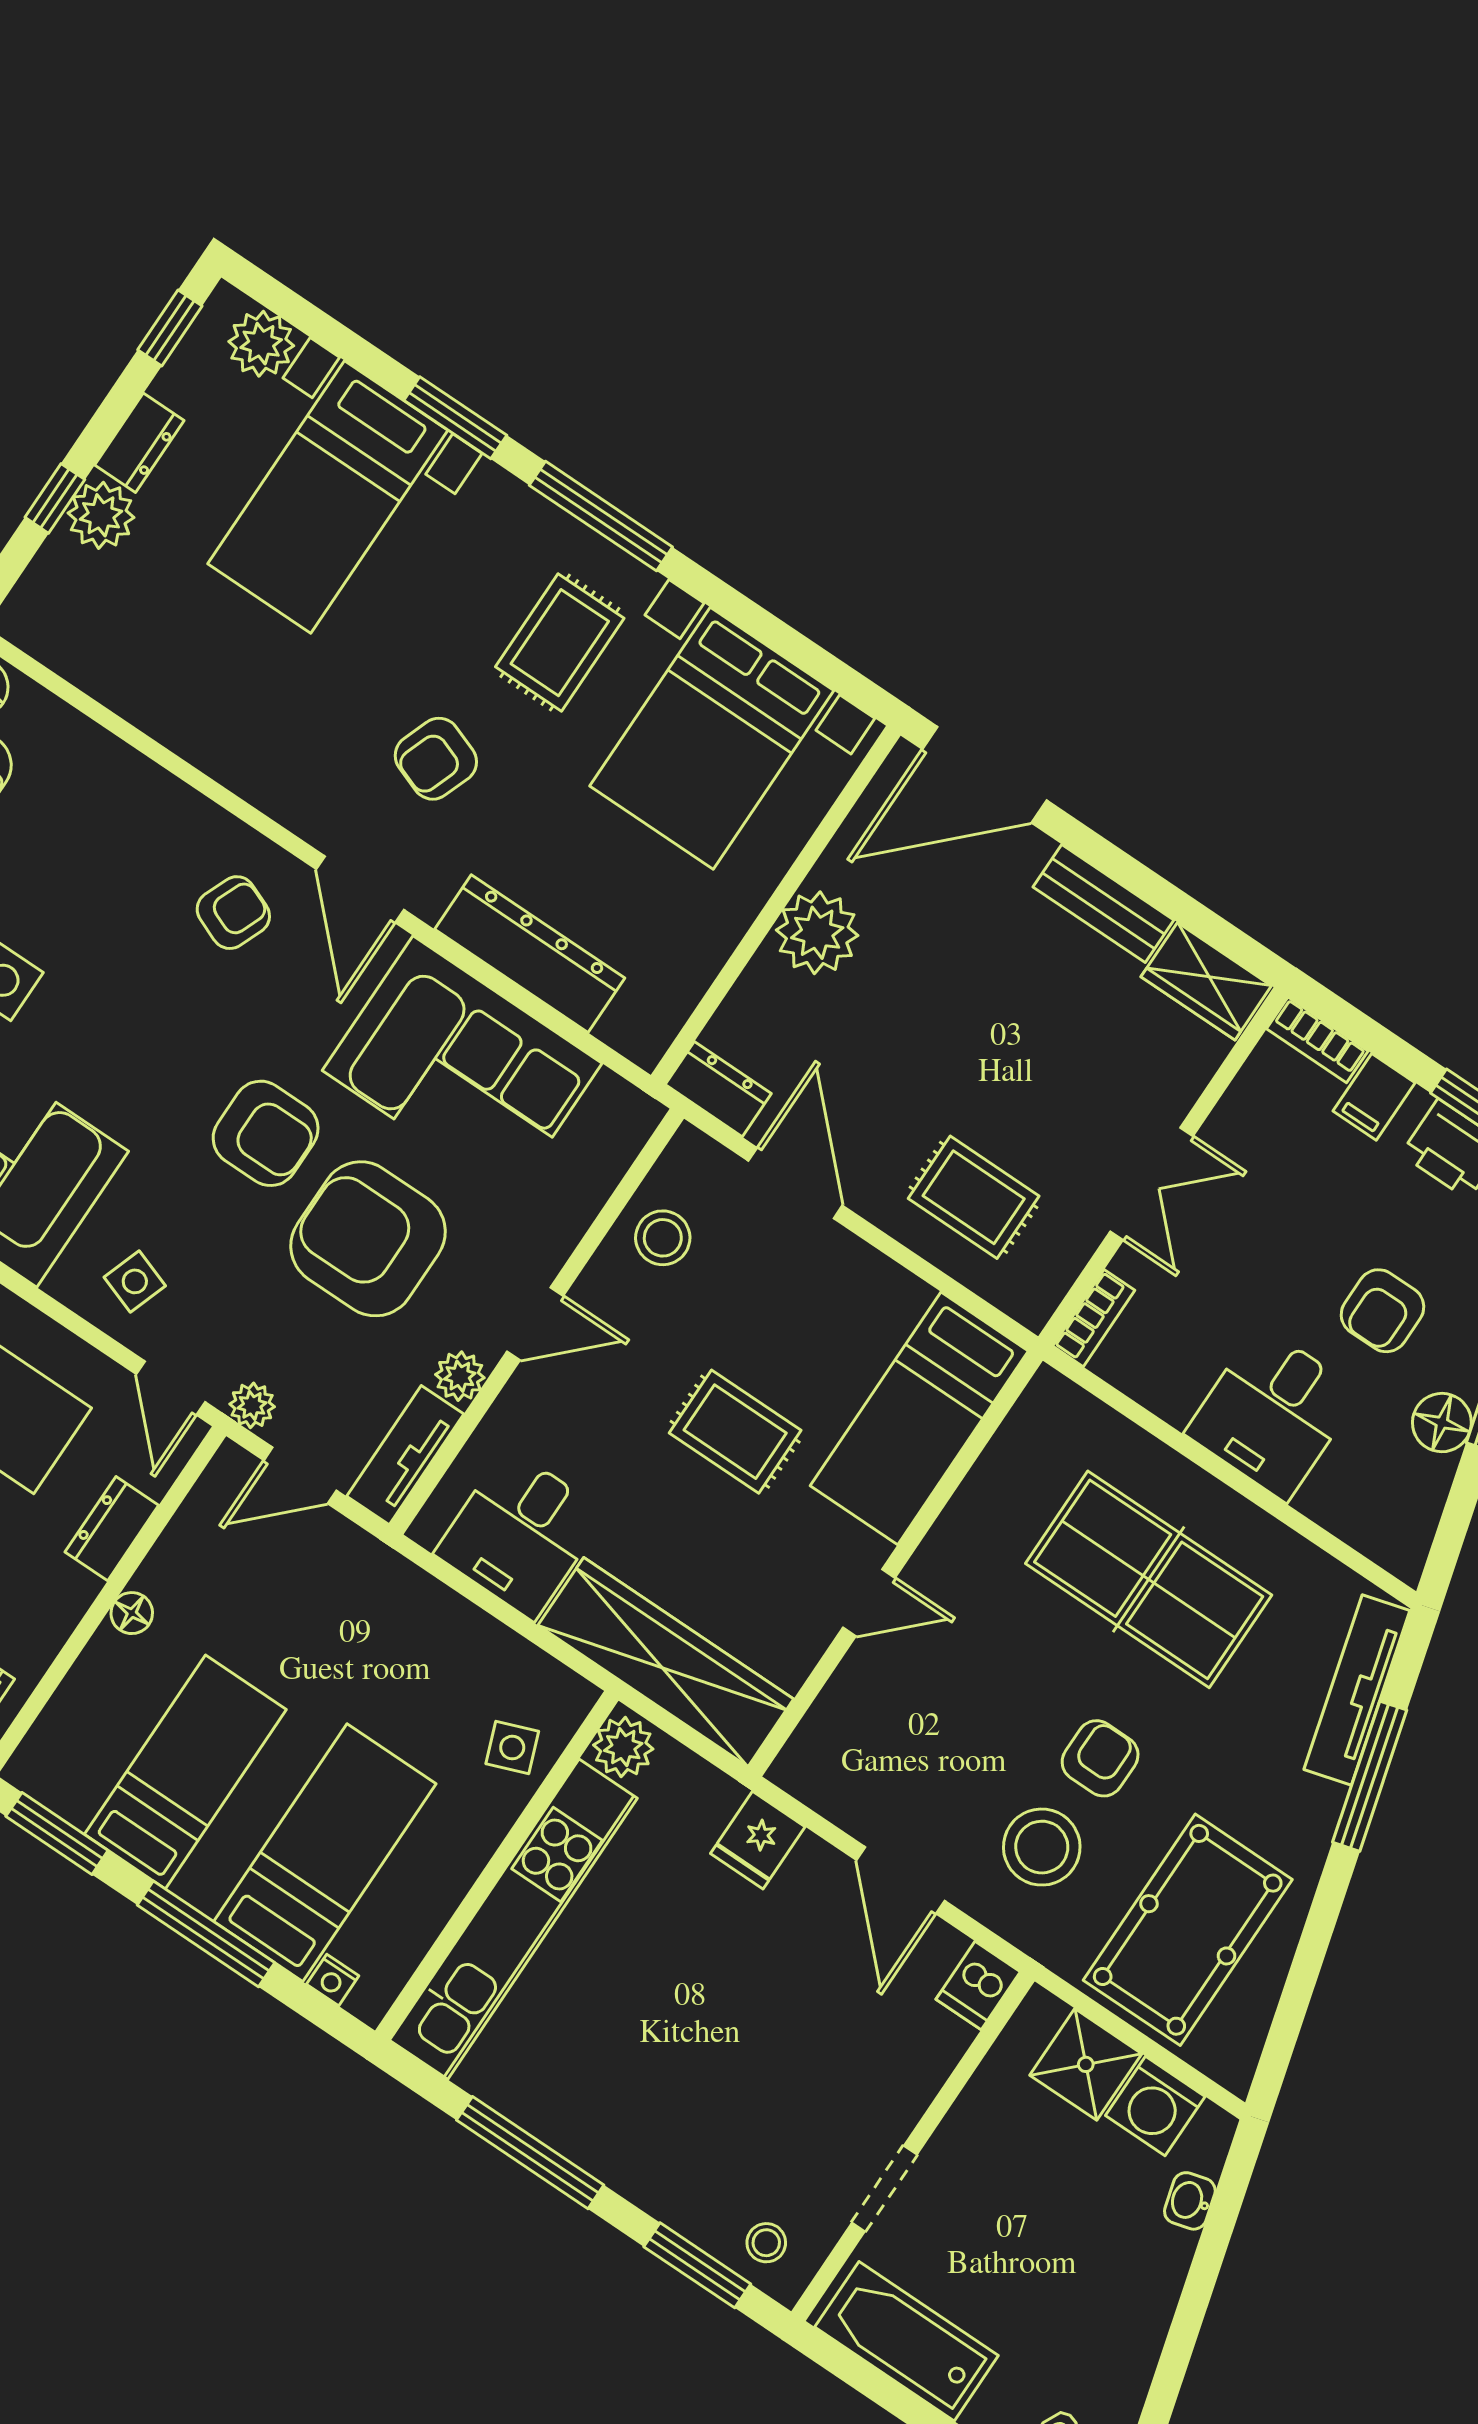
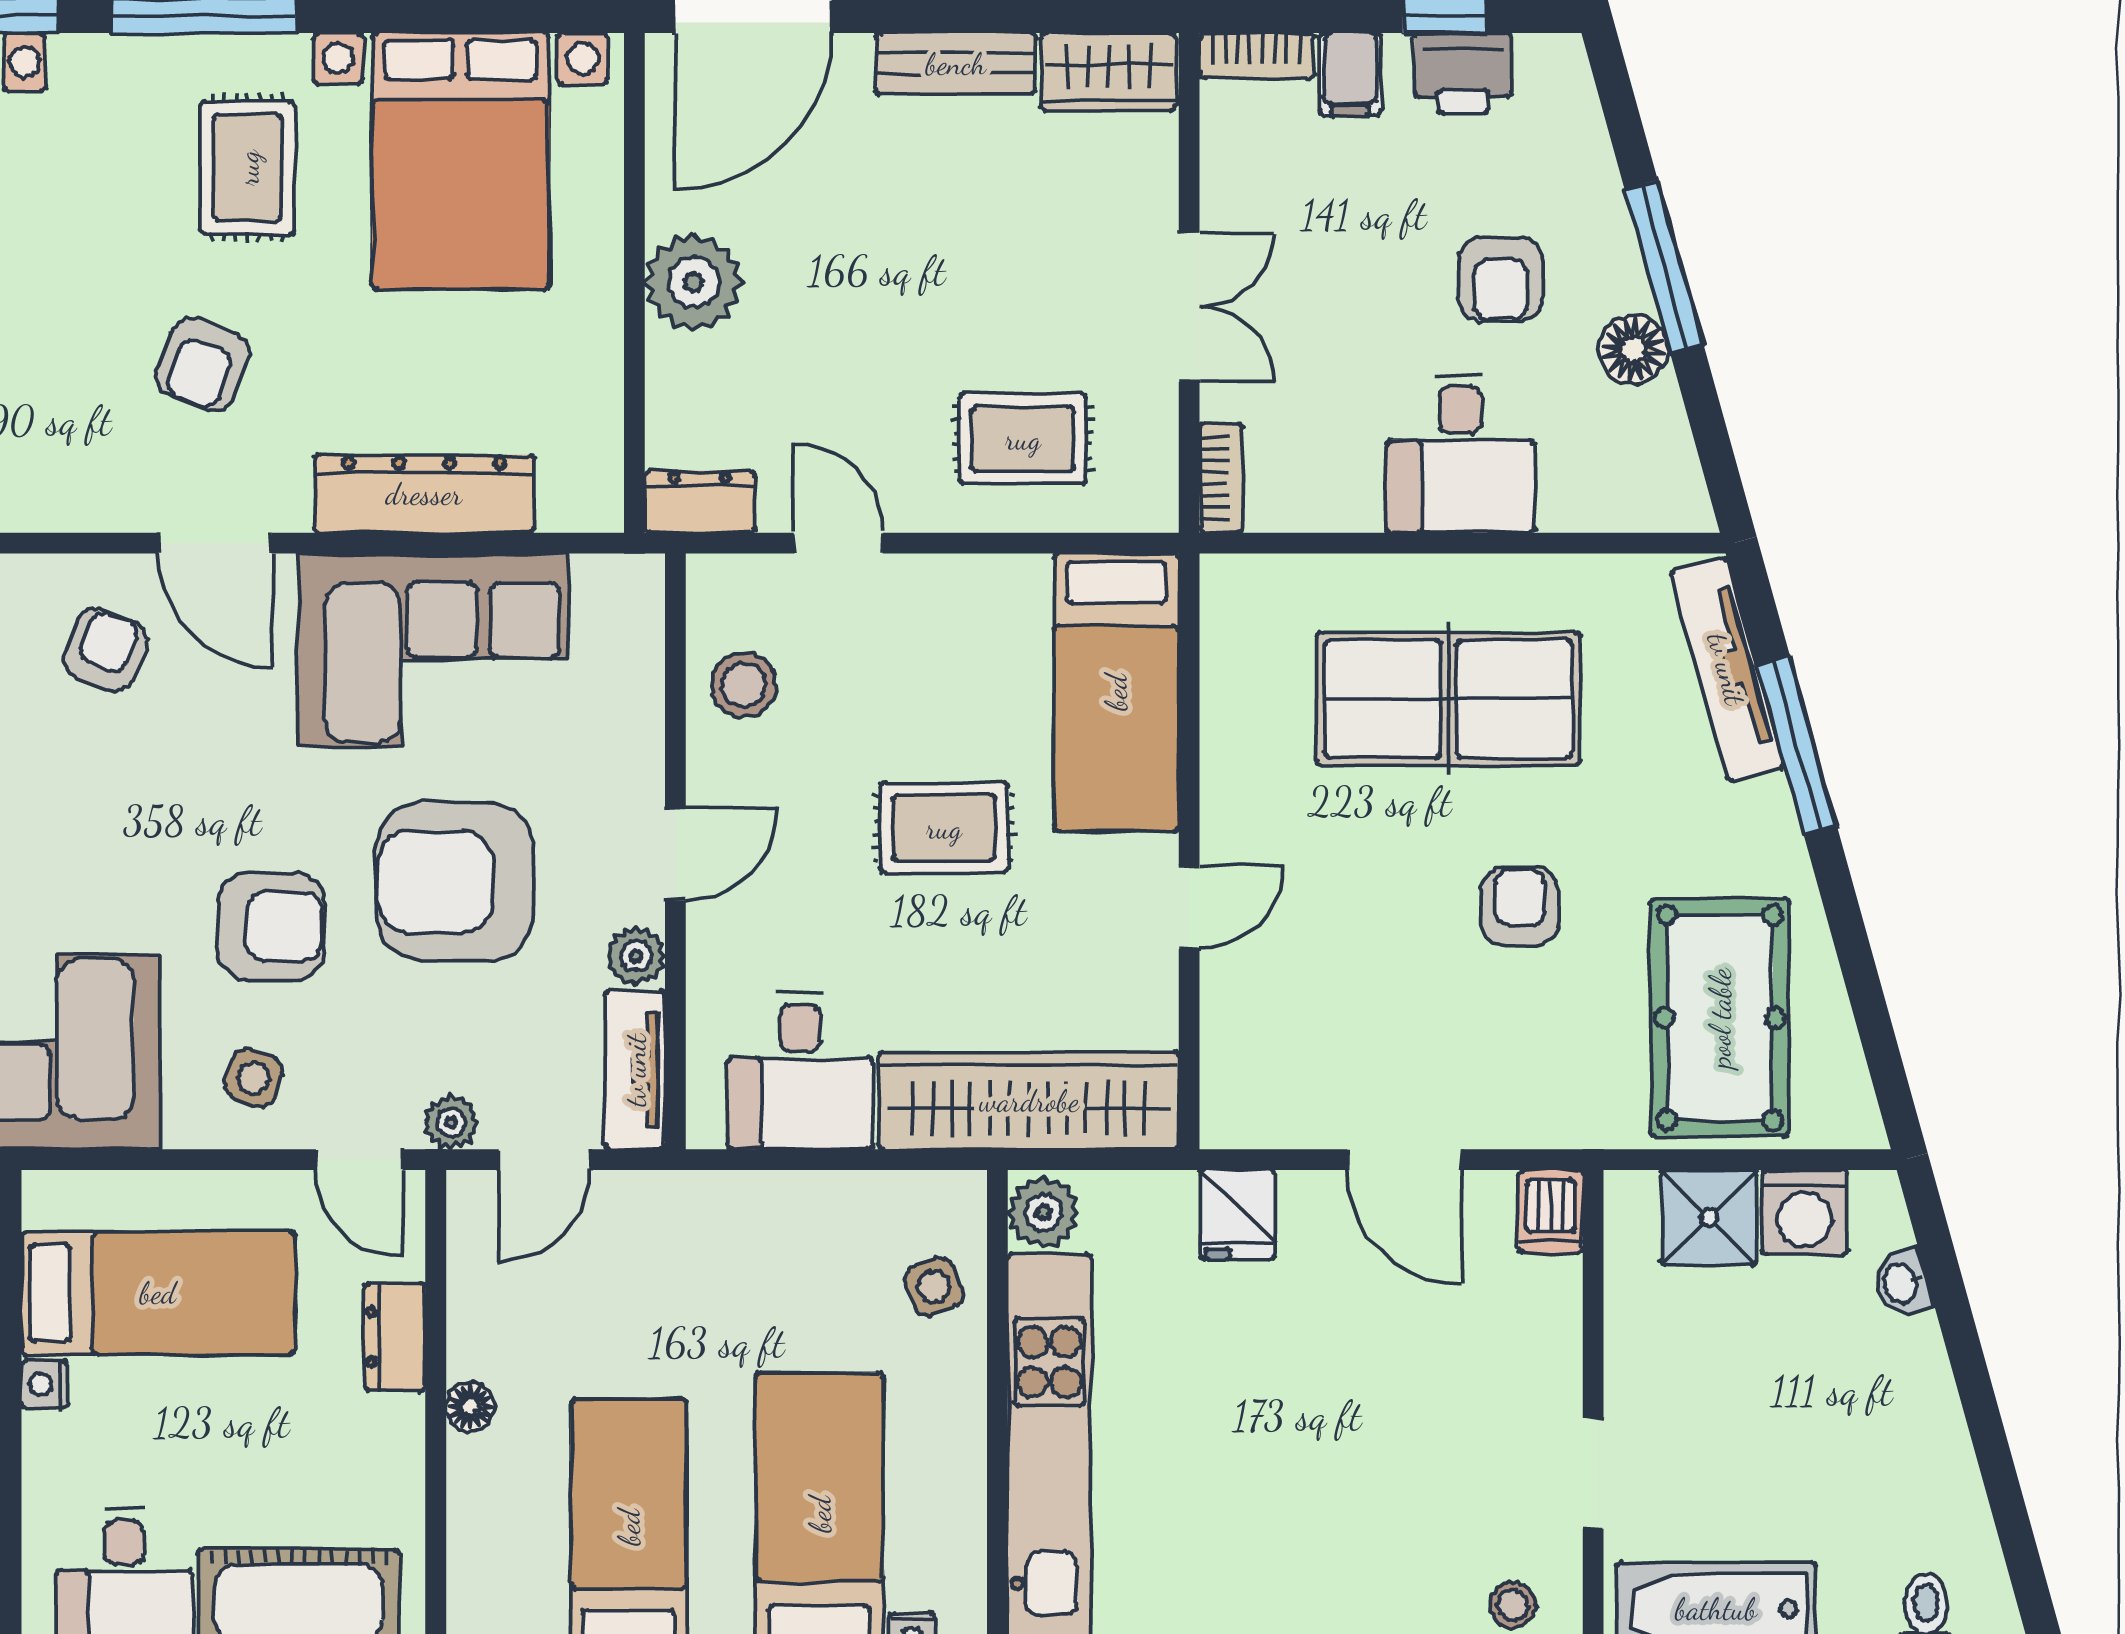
armchair: (266, 1133) -> (271, 926), moved
door: (795, 1183) -> (838, 543), width x0.73
stool: (1042, 1847) -> (1521, 1033), removed

